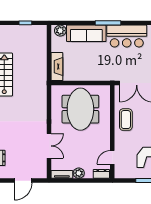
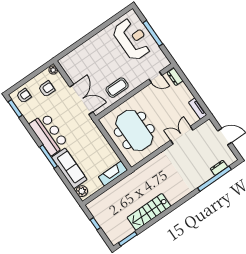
meeting table: (80, 109) -> (134, 130), turned 90
plant: (79, 173) -> (187, 96), removed

